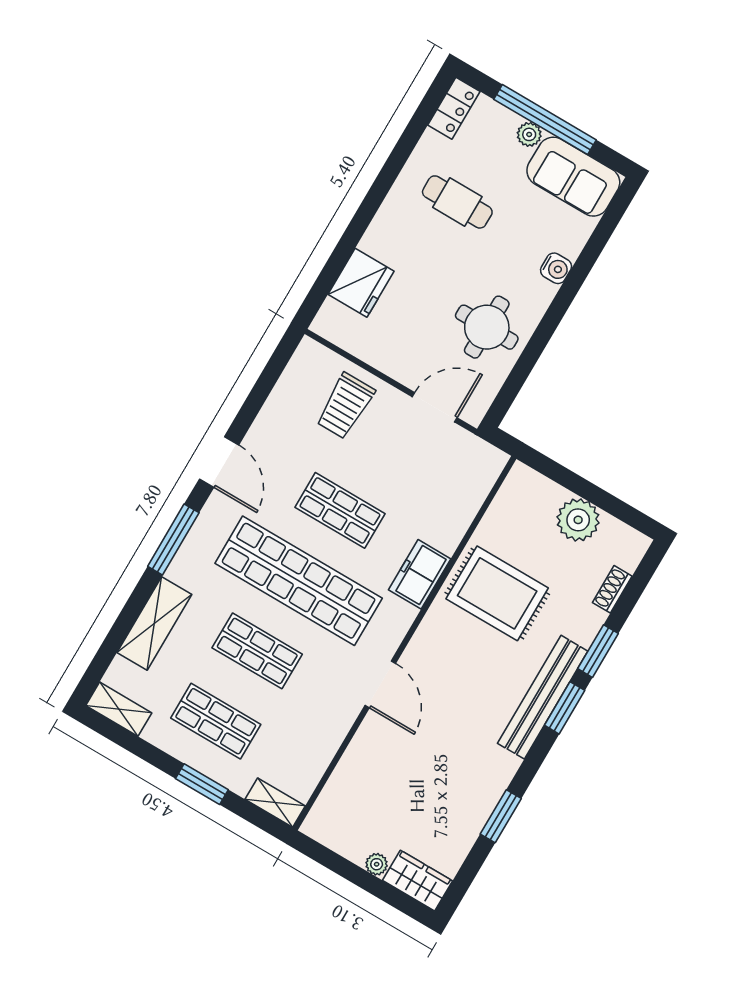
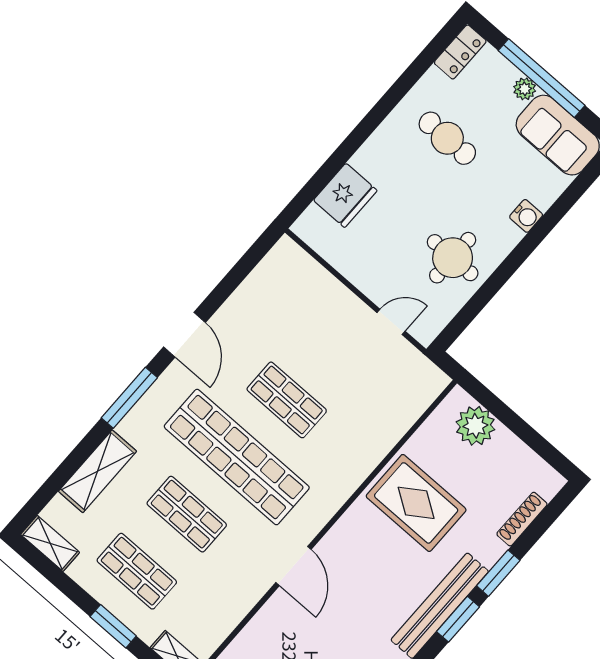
trolley: (345, 406) -> (310, 305), removed
door: (435, 407) -> (391, 322), width x0.73
plant: (578, 520) -> (475, 426), moved
freezer: (420, 574) -> (349, 472), removed
shoe rack: (612, 589) -> (522, 519), width x1.43

